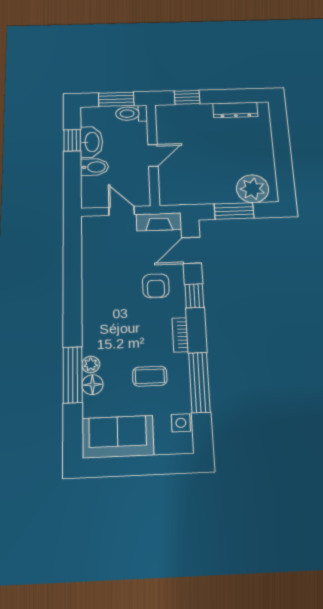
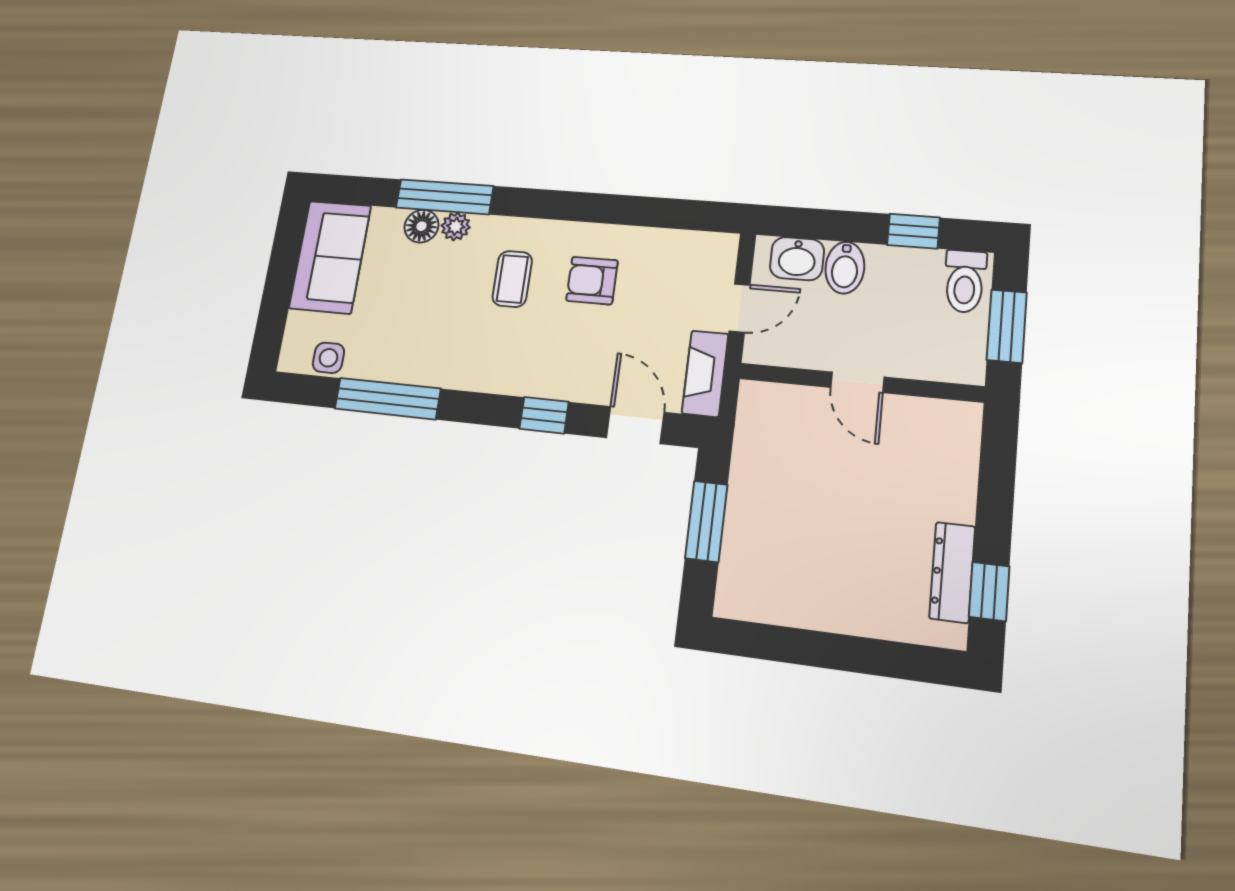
window: (187, 97) -> (989, 592), moved
toilet: (131, 114) -> (965, 281), moved, turned 180
washbasin: (91, 142) -> (797, 259), moved, width x0.72
plant: (253, 189) -> (751, 569), removed
armchair: (156, 286) -> (592, 281), moved
bookcase: (180, 335) -> (477, 379), removed
coffee table: (150, 376) -> (512, 279), moved

